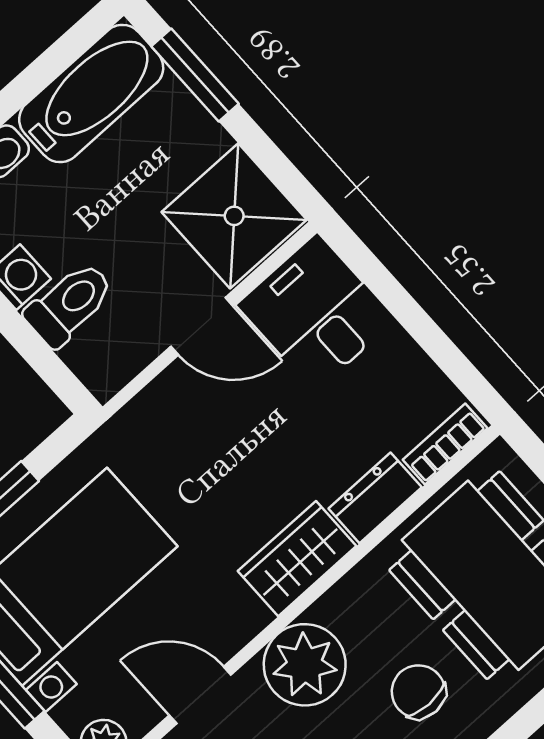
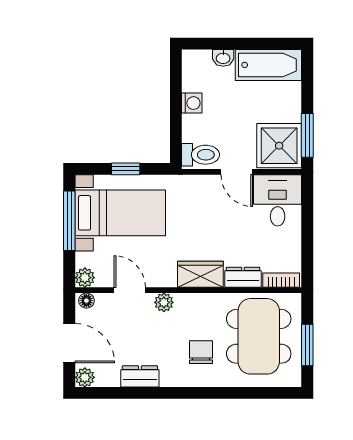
window: (195, 75) -> (307, 135), moved
toilet: (69, 304) -> (201, 155), moved
plant: (305, 665) -> (164, 302), width x0.53, depth x0.53

